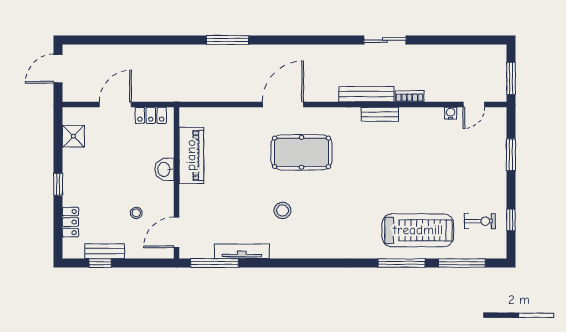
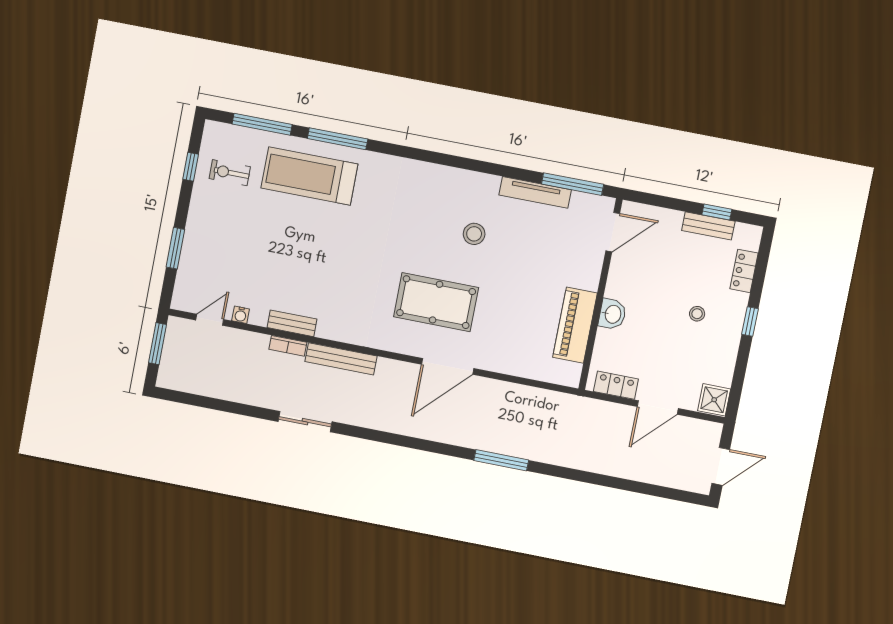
bench: (380, 114) -> (292, 323), moved
shower: (73, 136) -> (714, 400), moved
stool: (136, 213) -> (697, 314), moved

